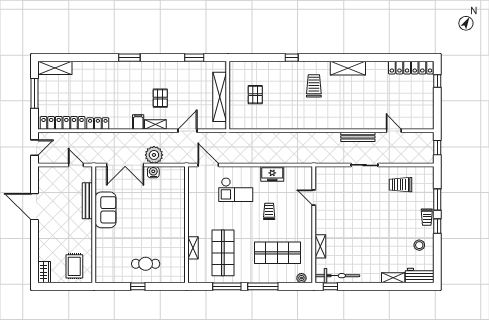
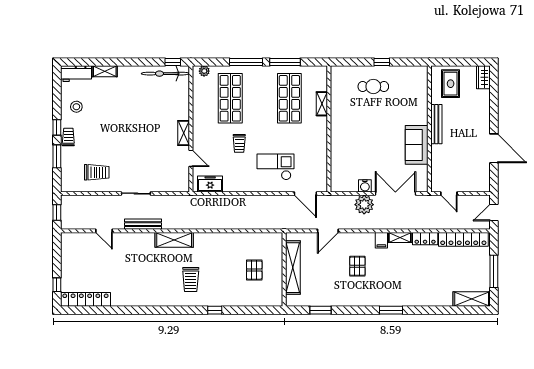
shelving: (348, 68) -> (174, 240), moved
shelving: (155, 125) -> (400, 238), moved
freezer: (272, 174) -> (210, 184), moved
bench: (87, 201) -> (436, 124), moved
shelving: (320, 246) -> (184, 133), moved
shop shelf: (277, 253) -> (230, 98), turned 90

